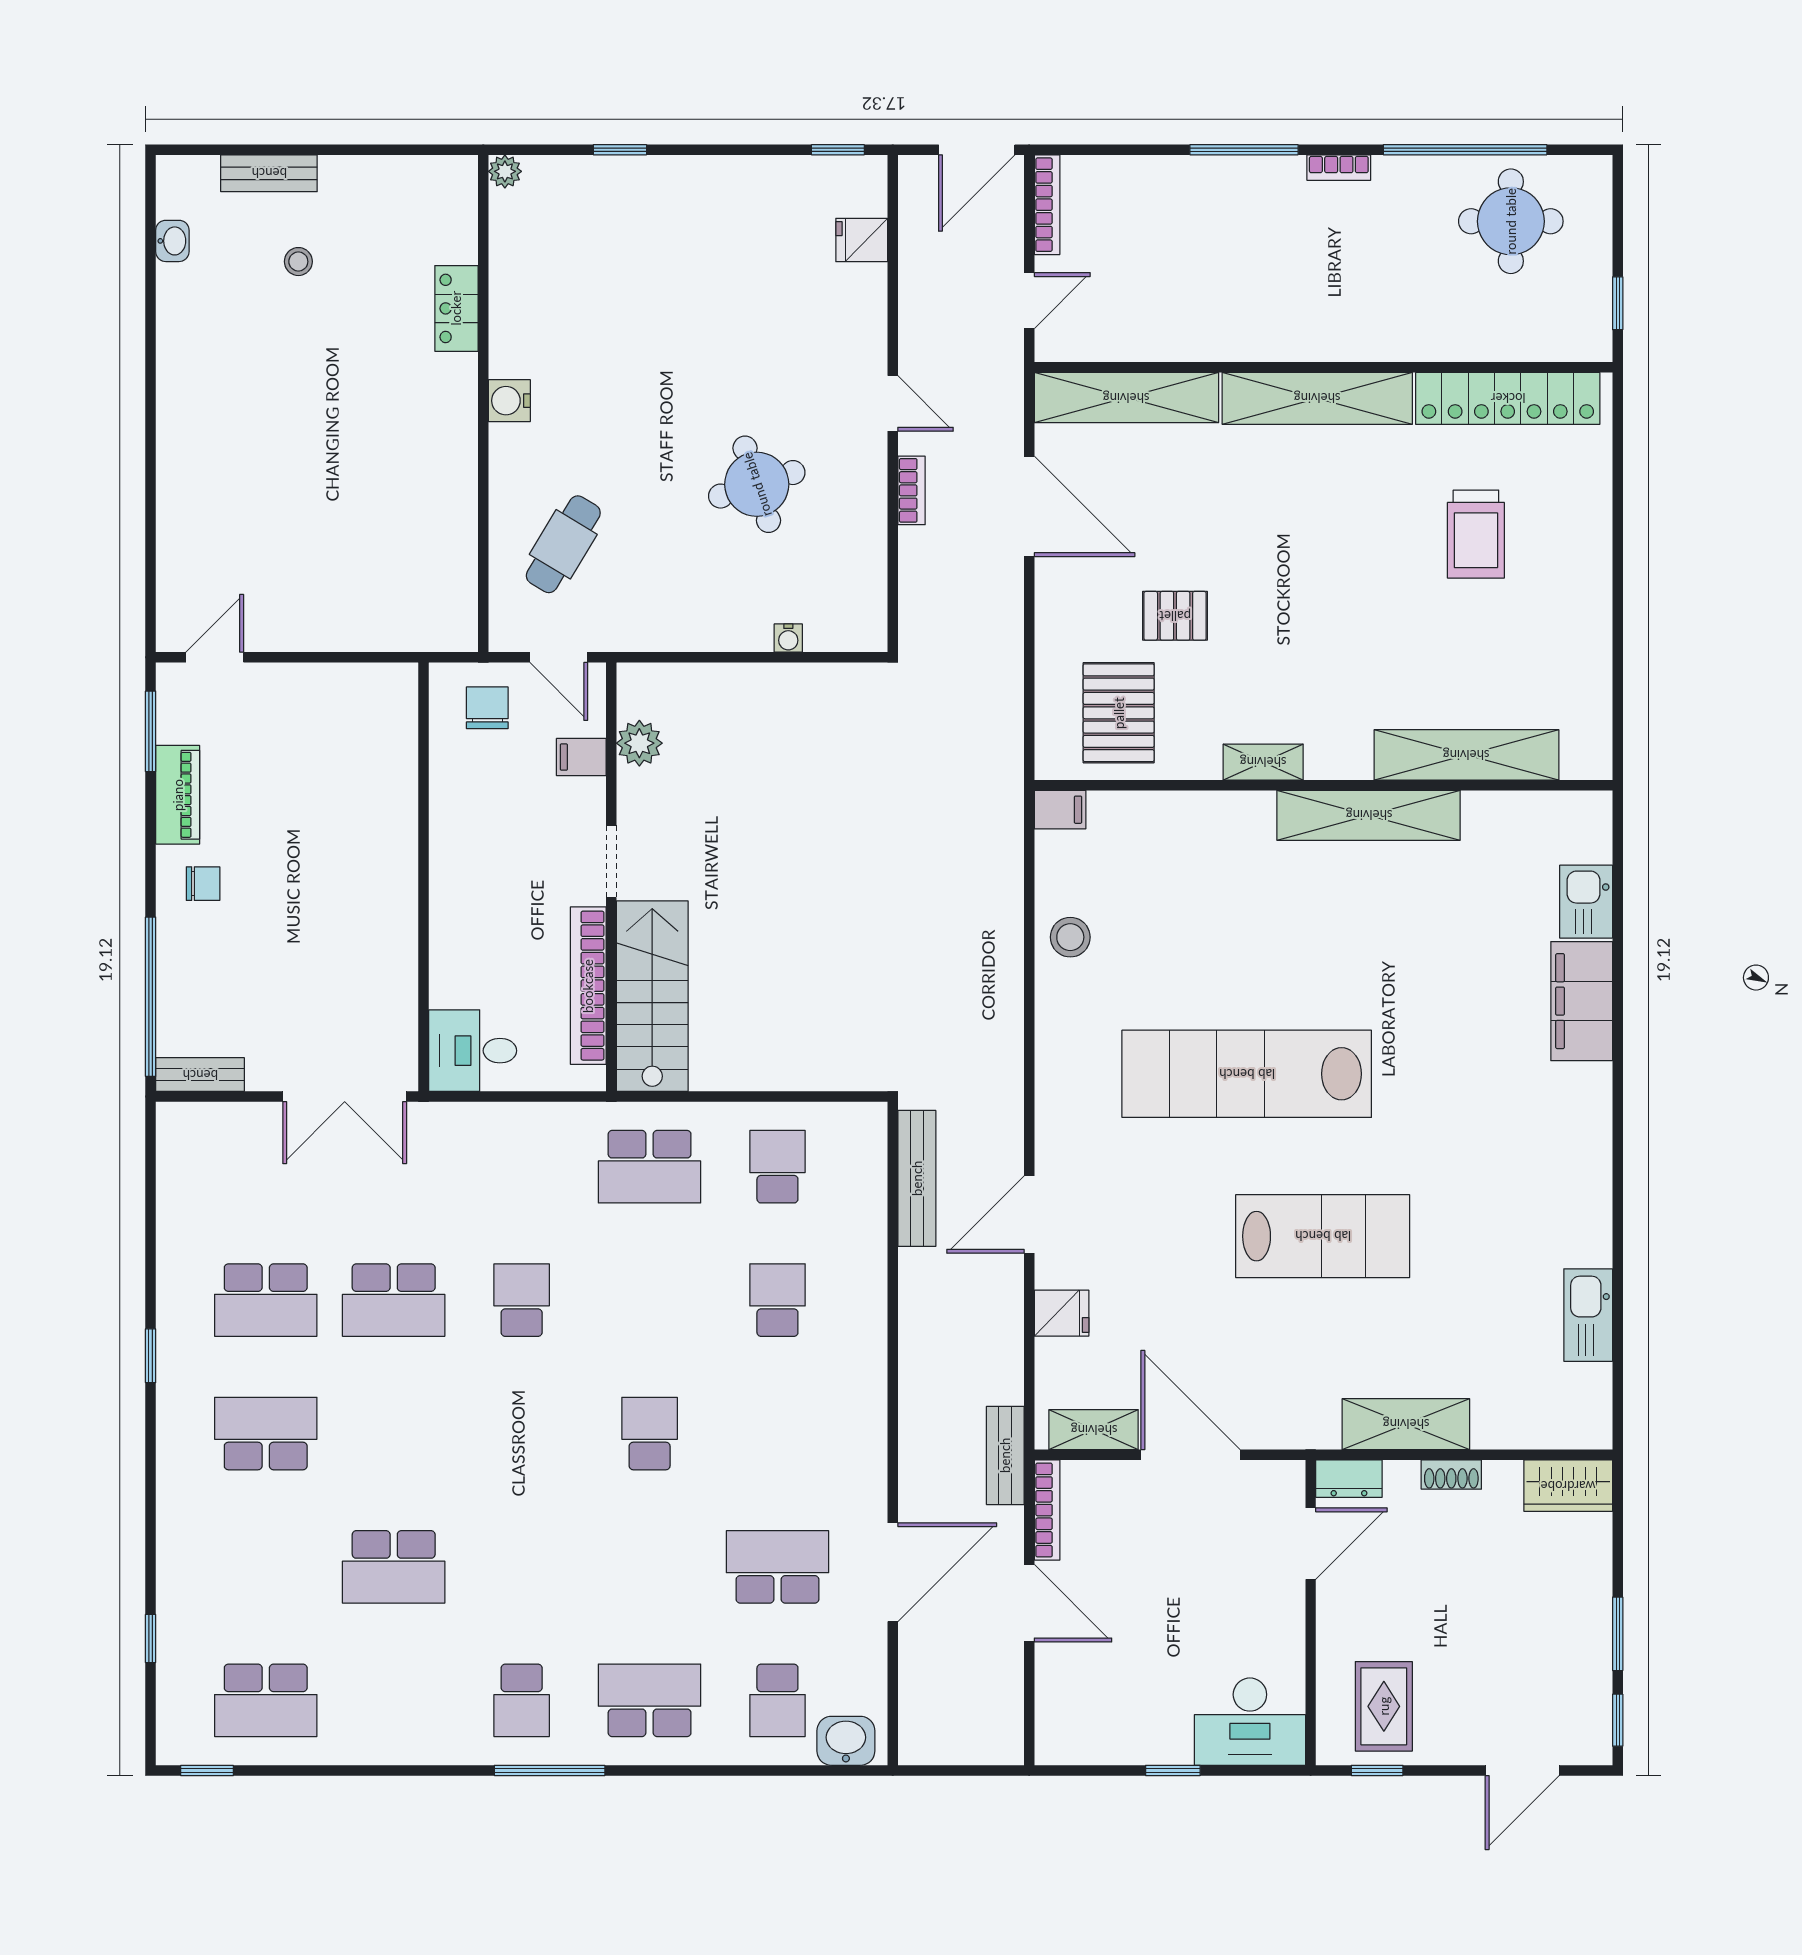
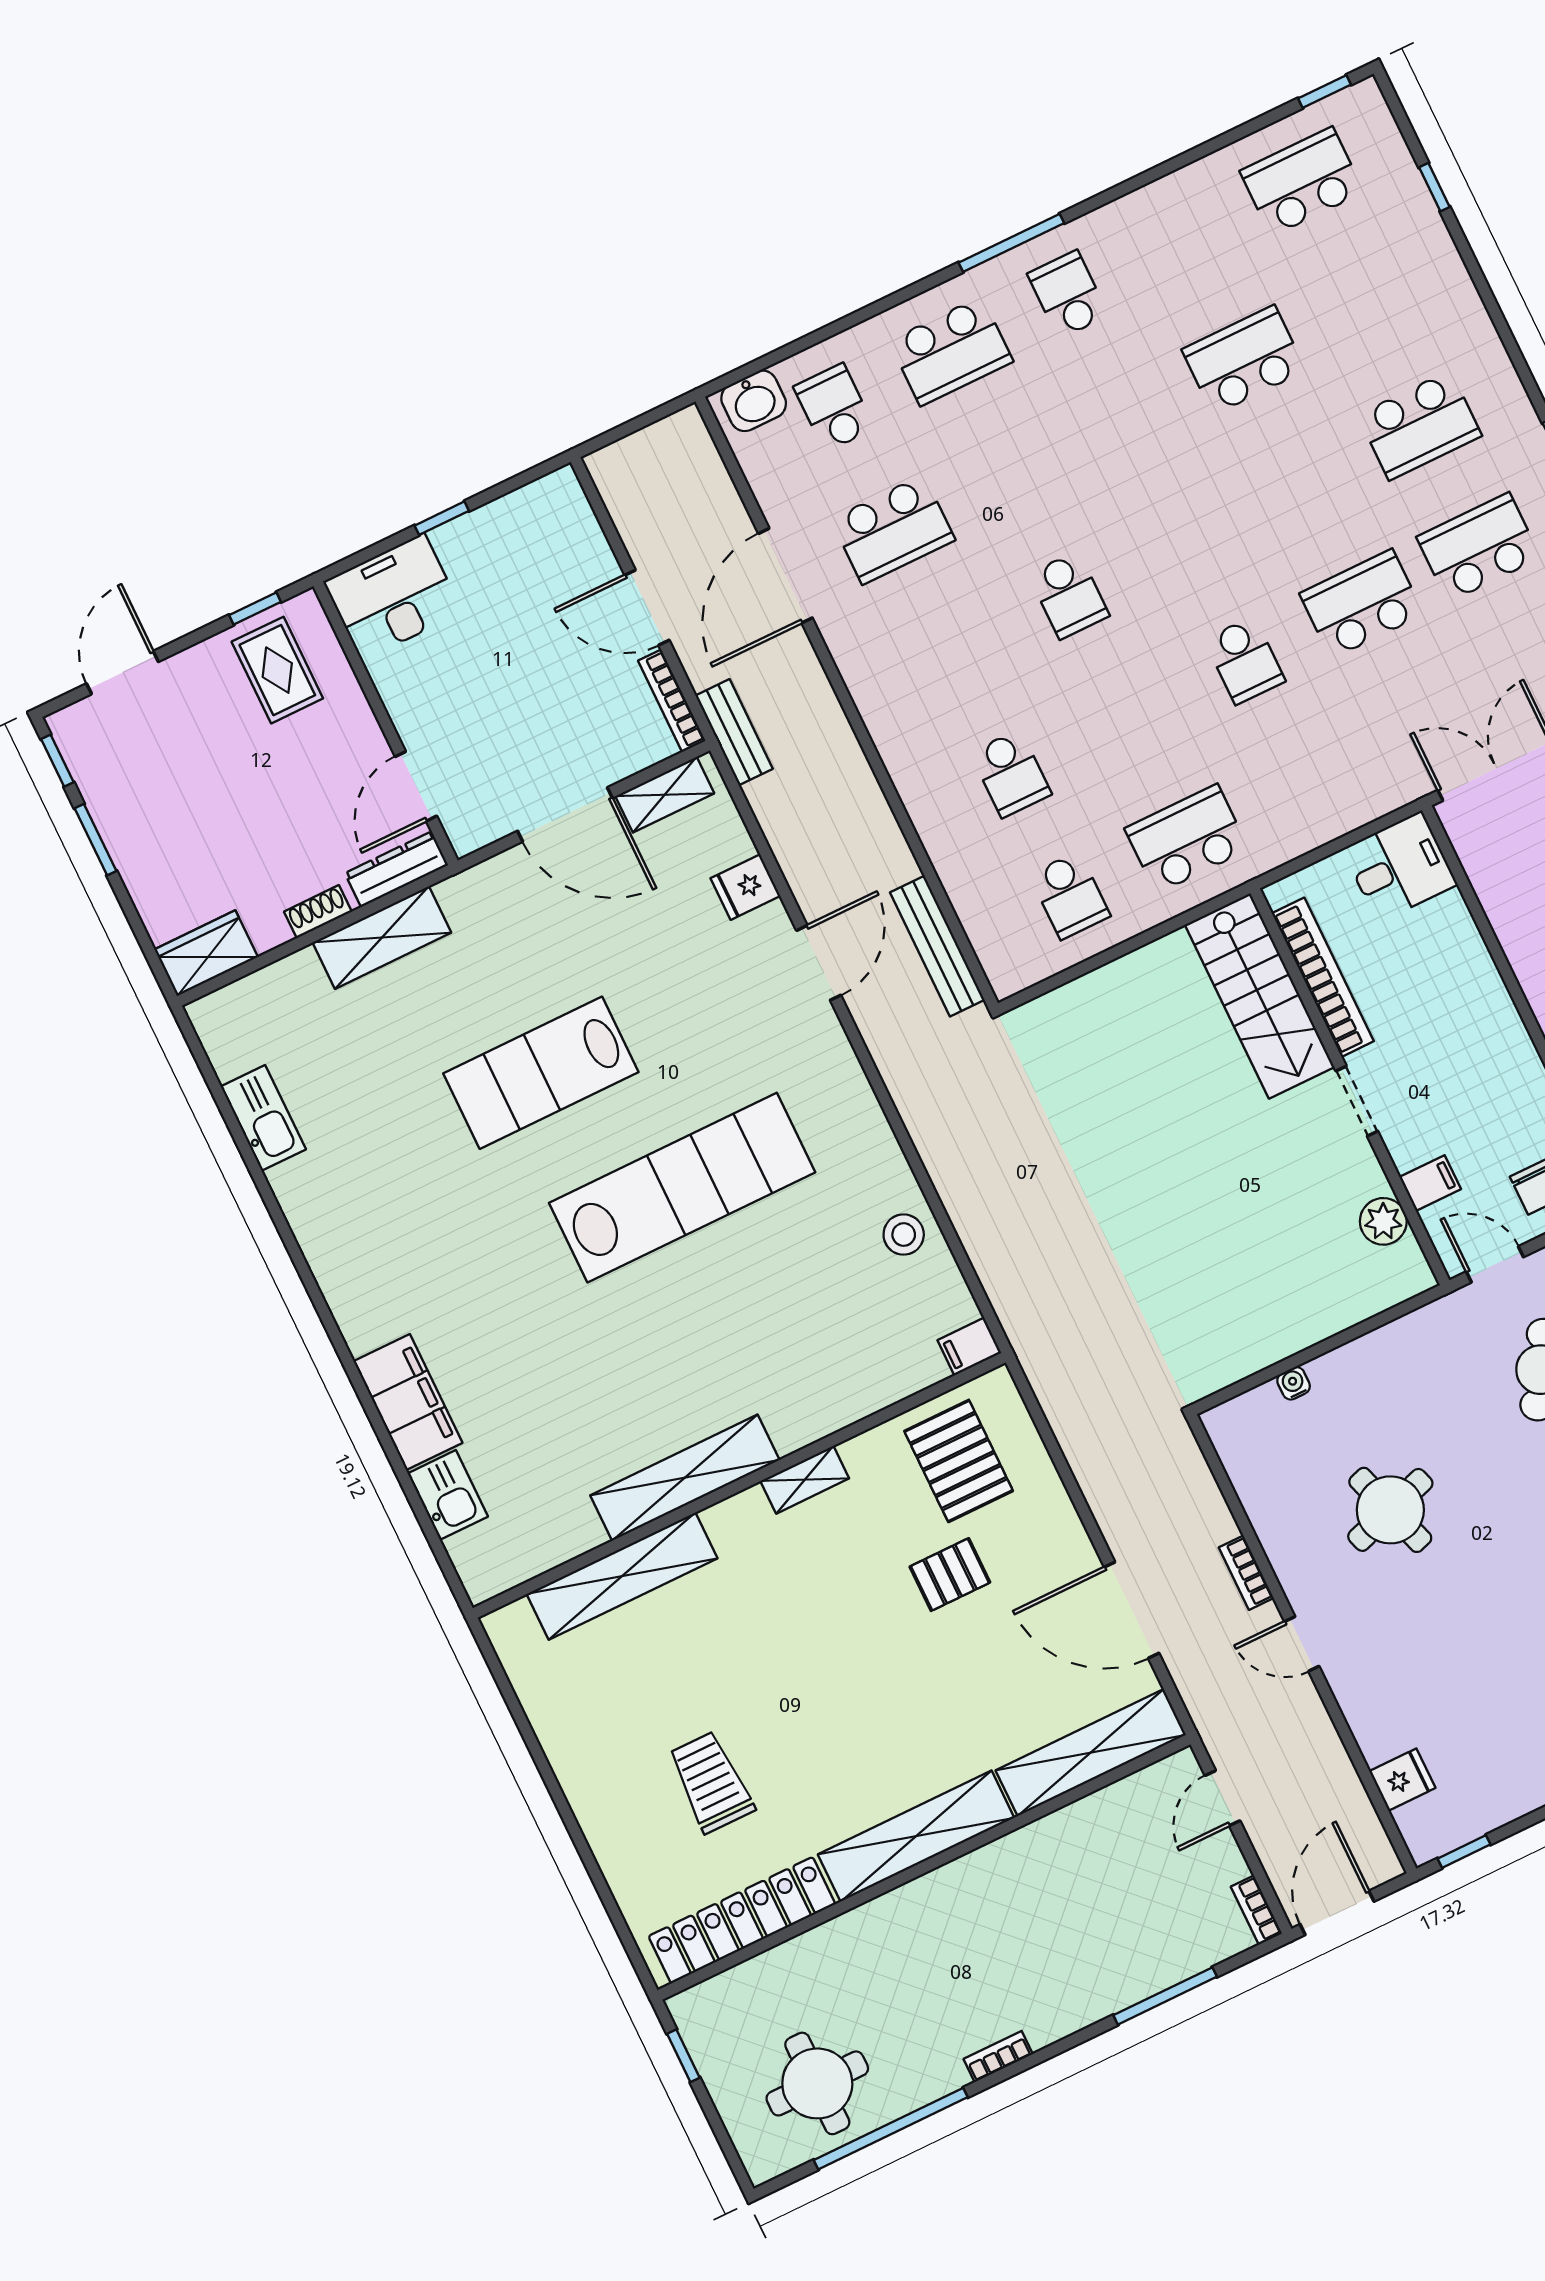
window: (1244, 150) -> (1165, 1996), moved
bookcase: (1047, 205) -> (1256, 1910), width x0.64
dresser: (1349, 1479) -> (396, 869), width x1.44

